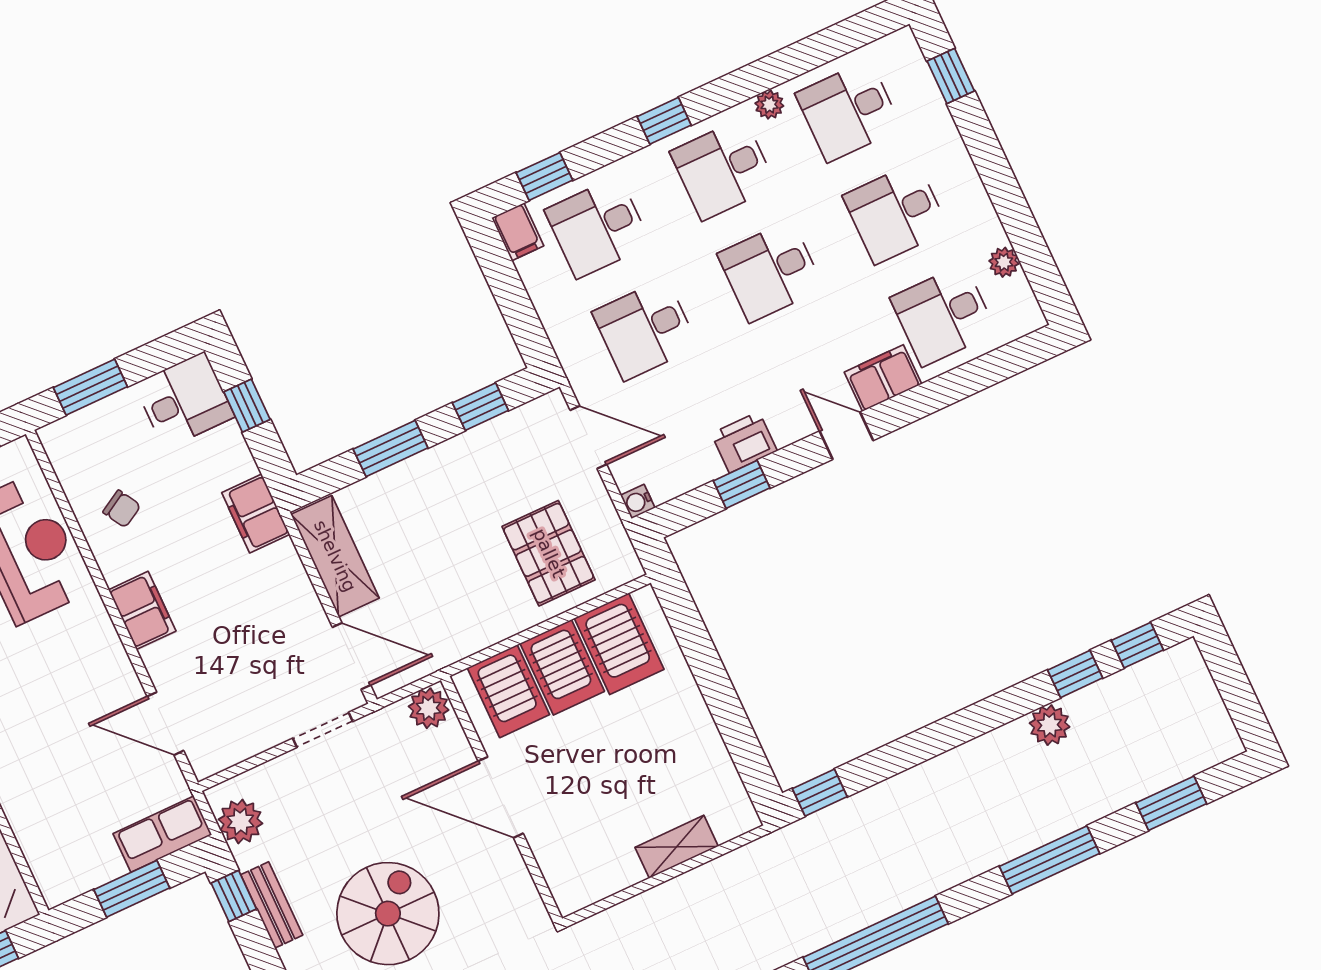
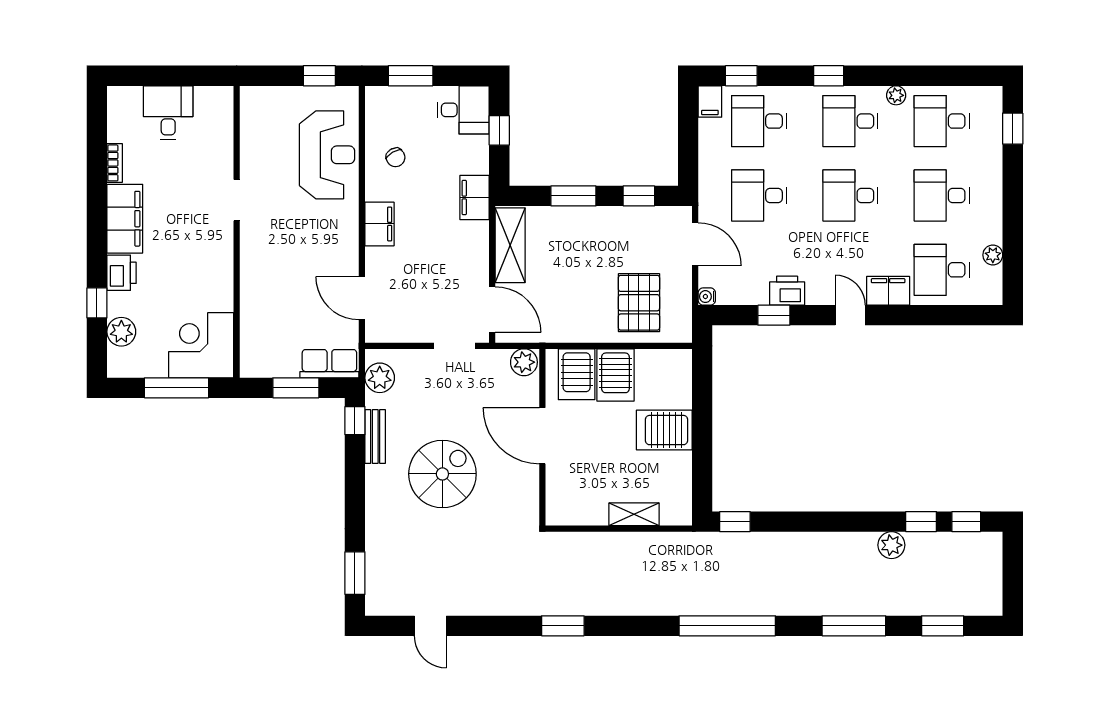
server rack: (619, 644) -> (664, 430), moved, turned 90

